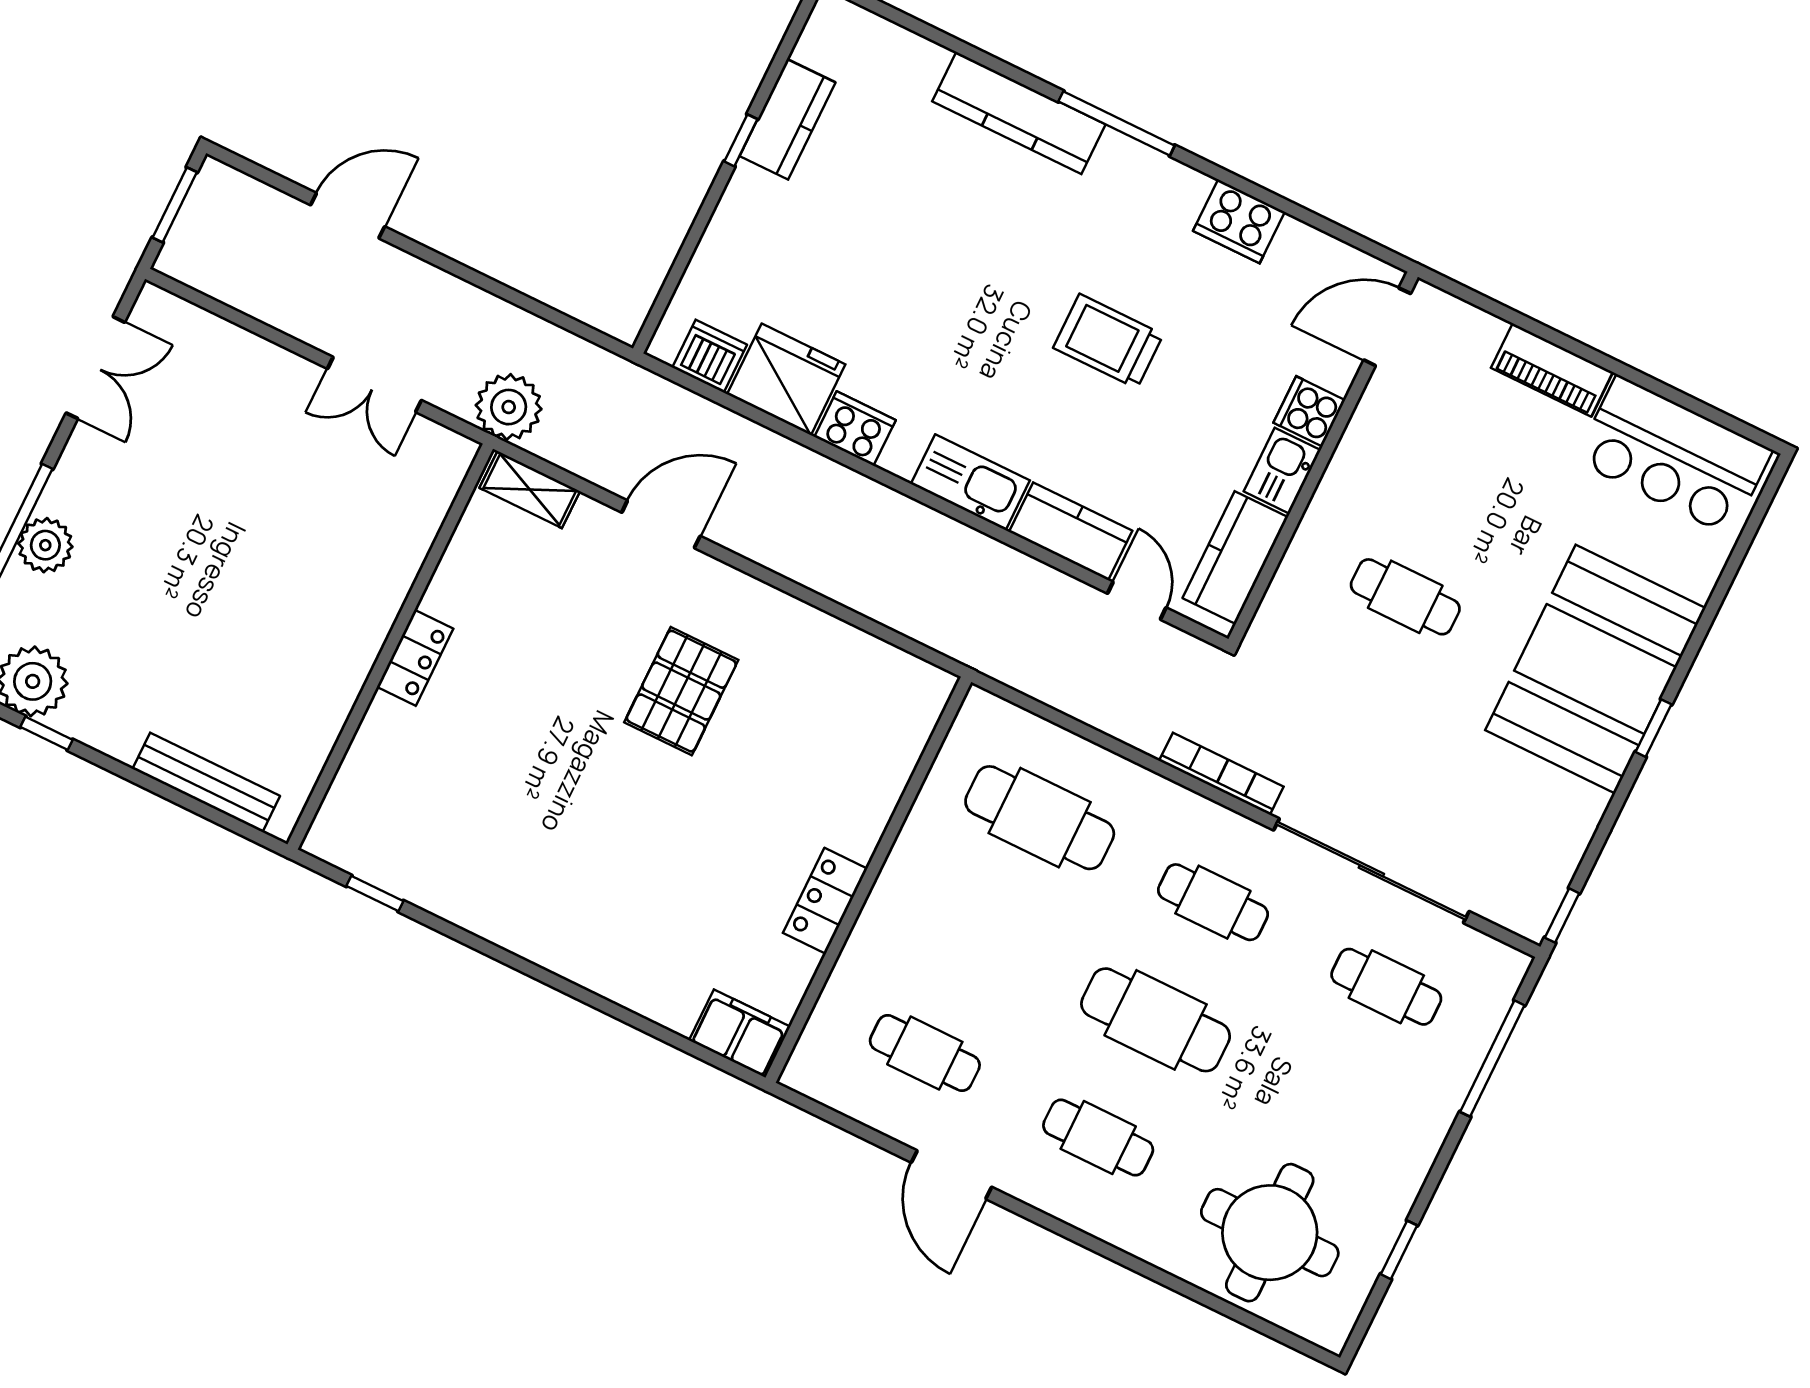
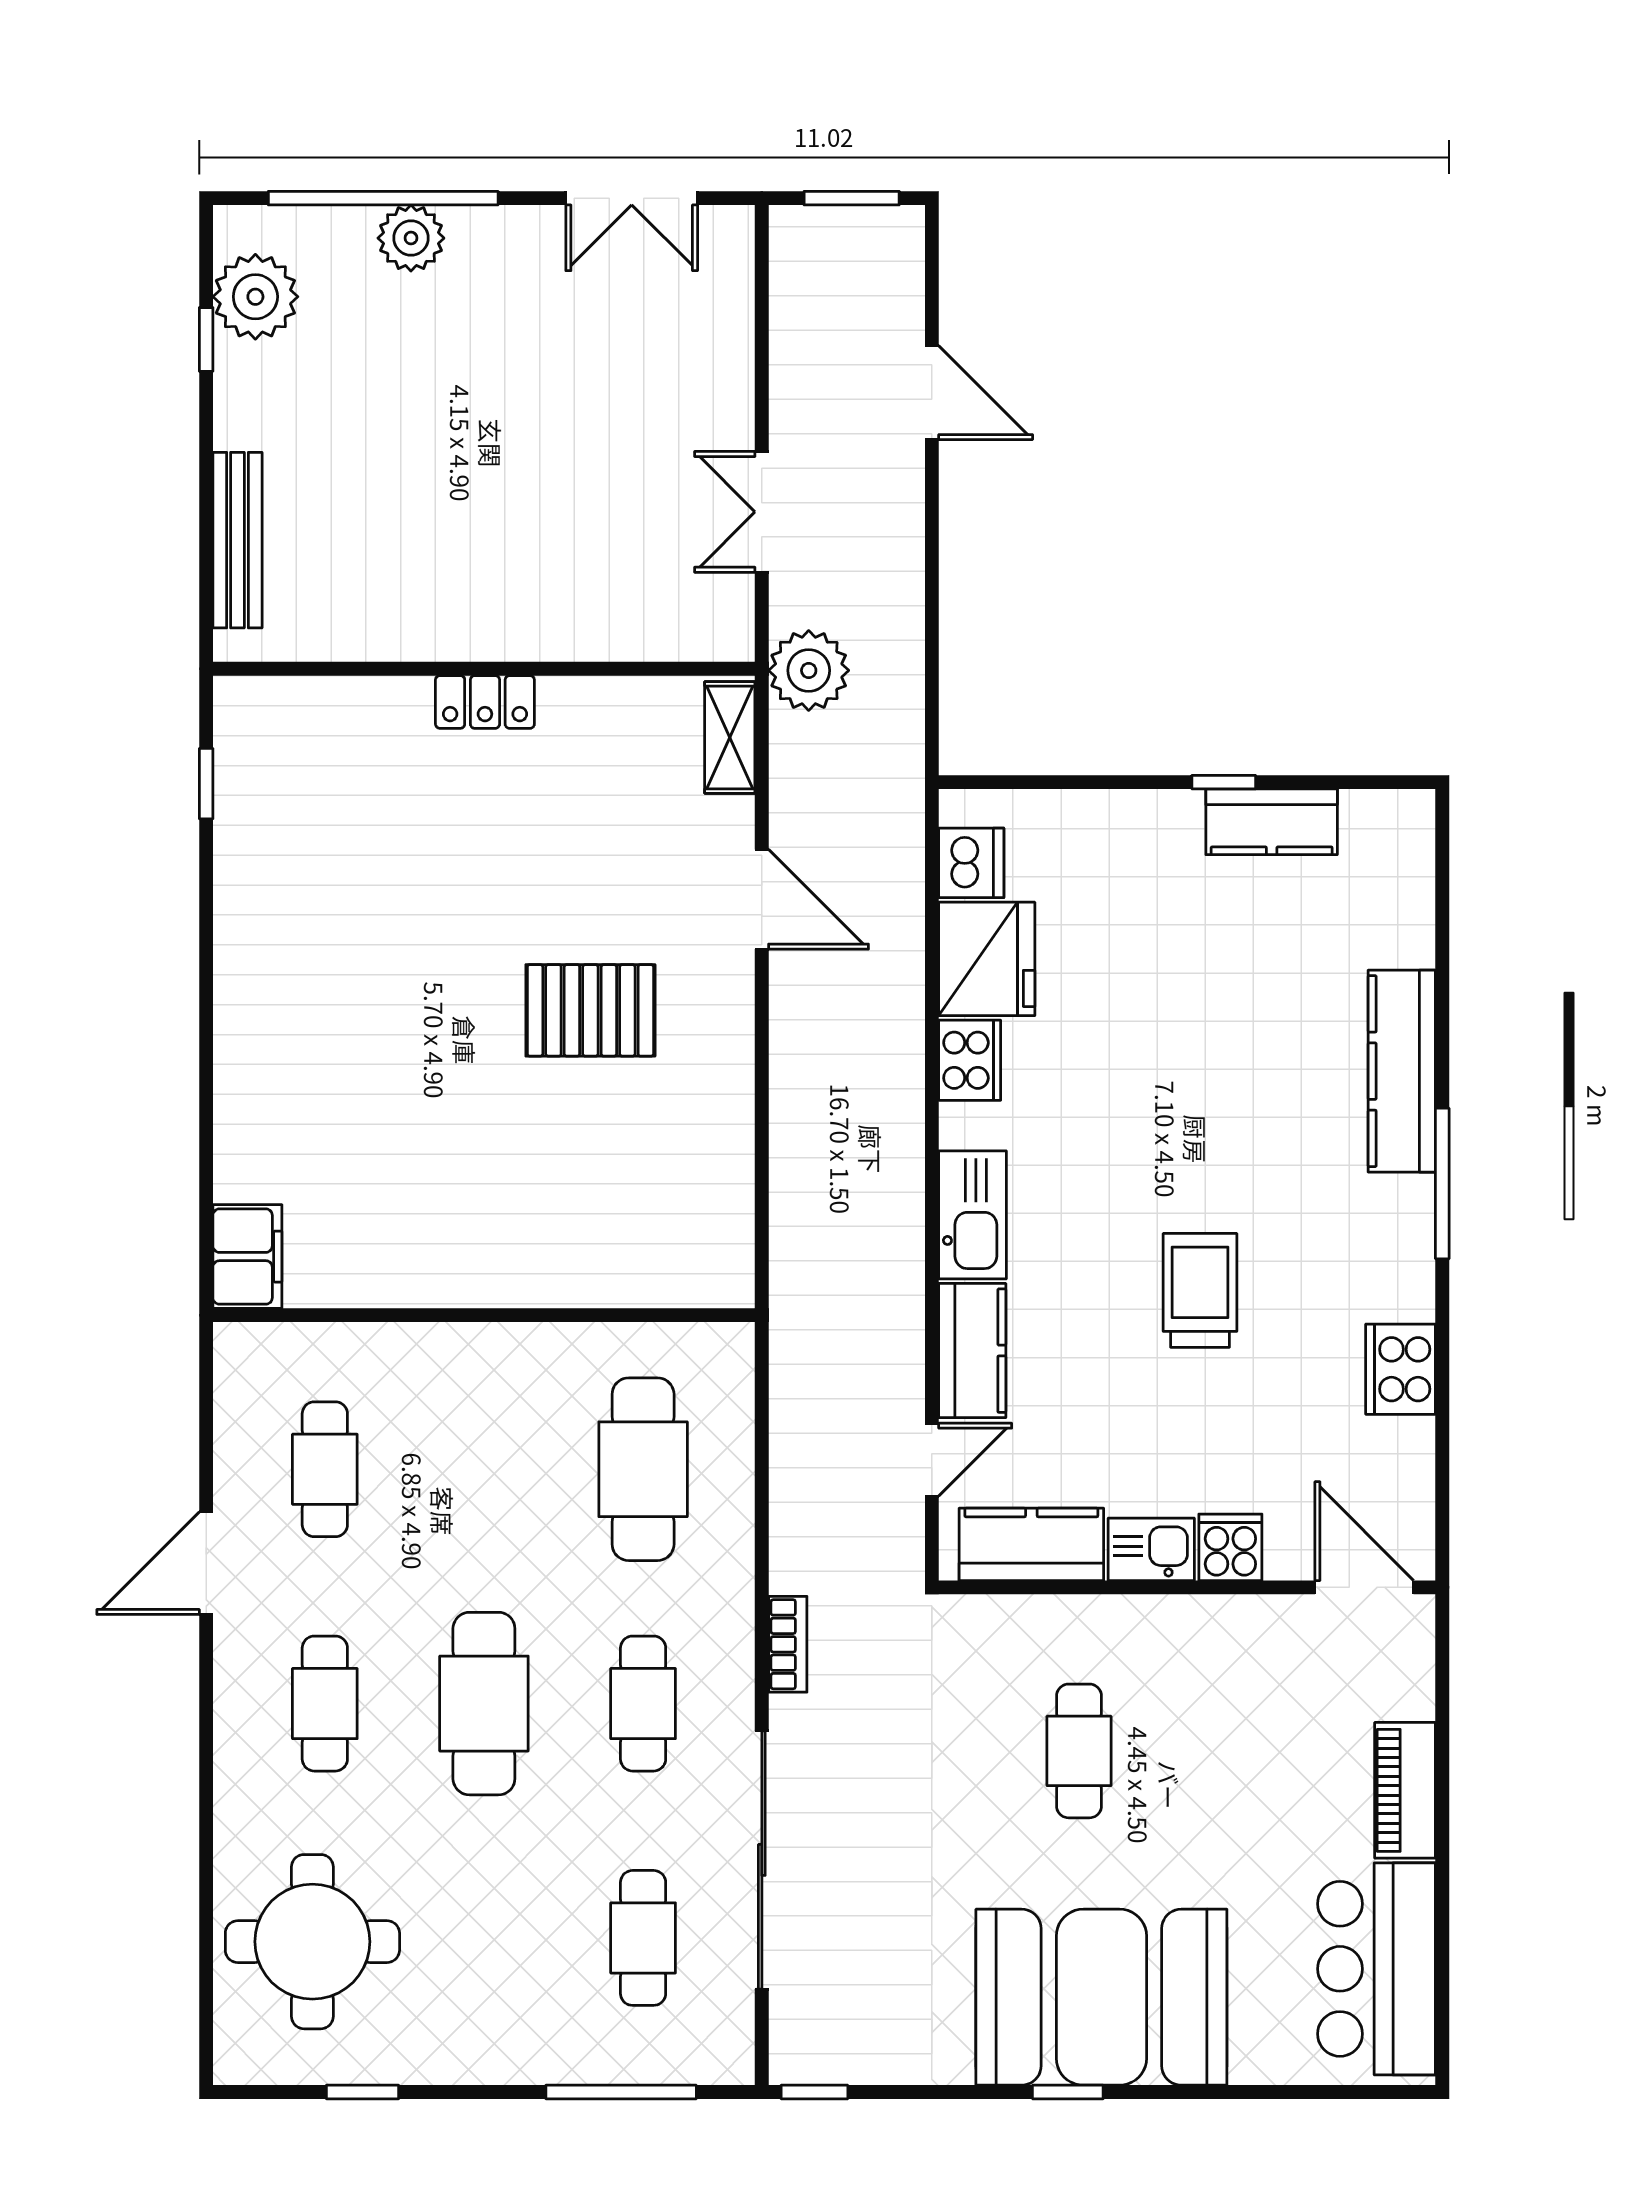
bookcase: (1221, 774) -> (788, 1644), width x0.64
locker: (825, 901) -> (438, 1279), removed

